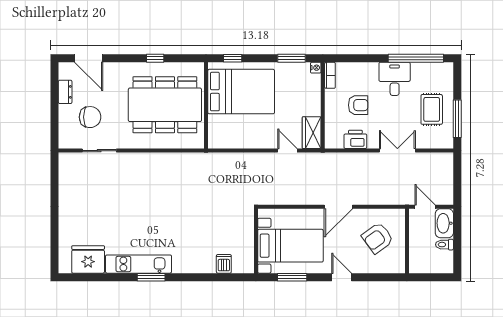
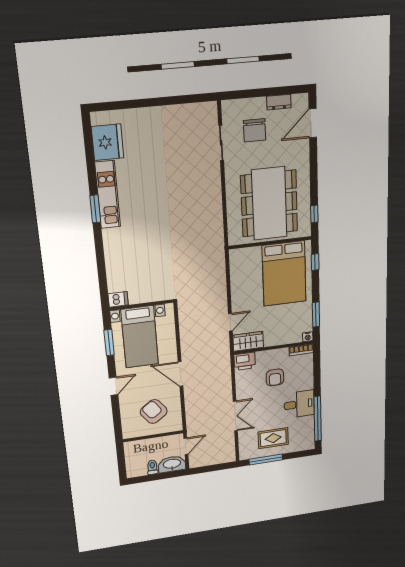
window: (155, 58) -> (314, 214), moved
printer: (355, 139) -> (245, 361), moved, turned 90
dishwasher: (224, 264) -> (118, 299), moved

